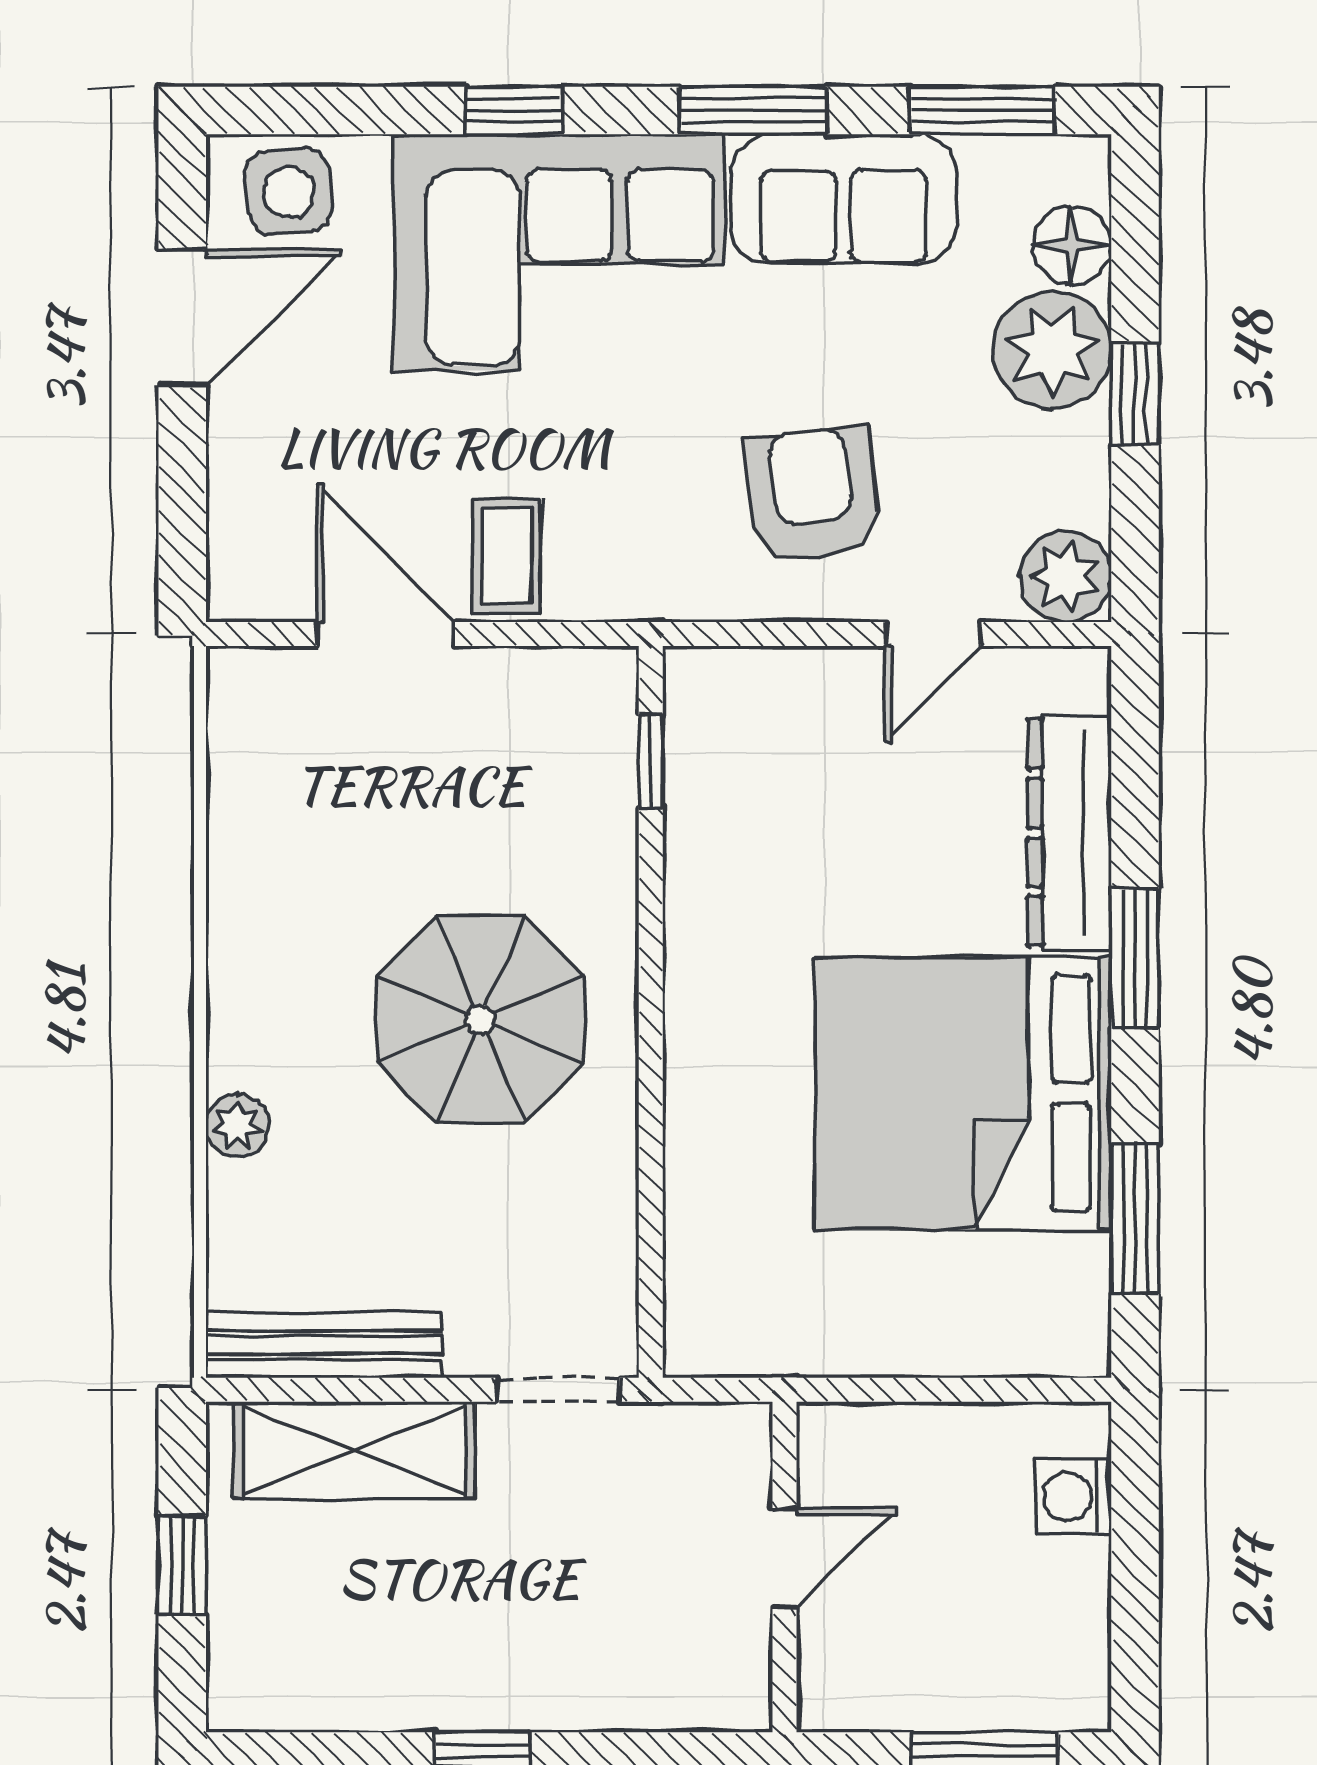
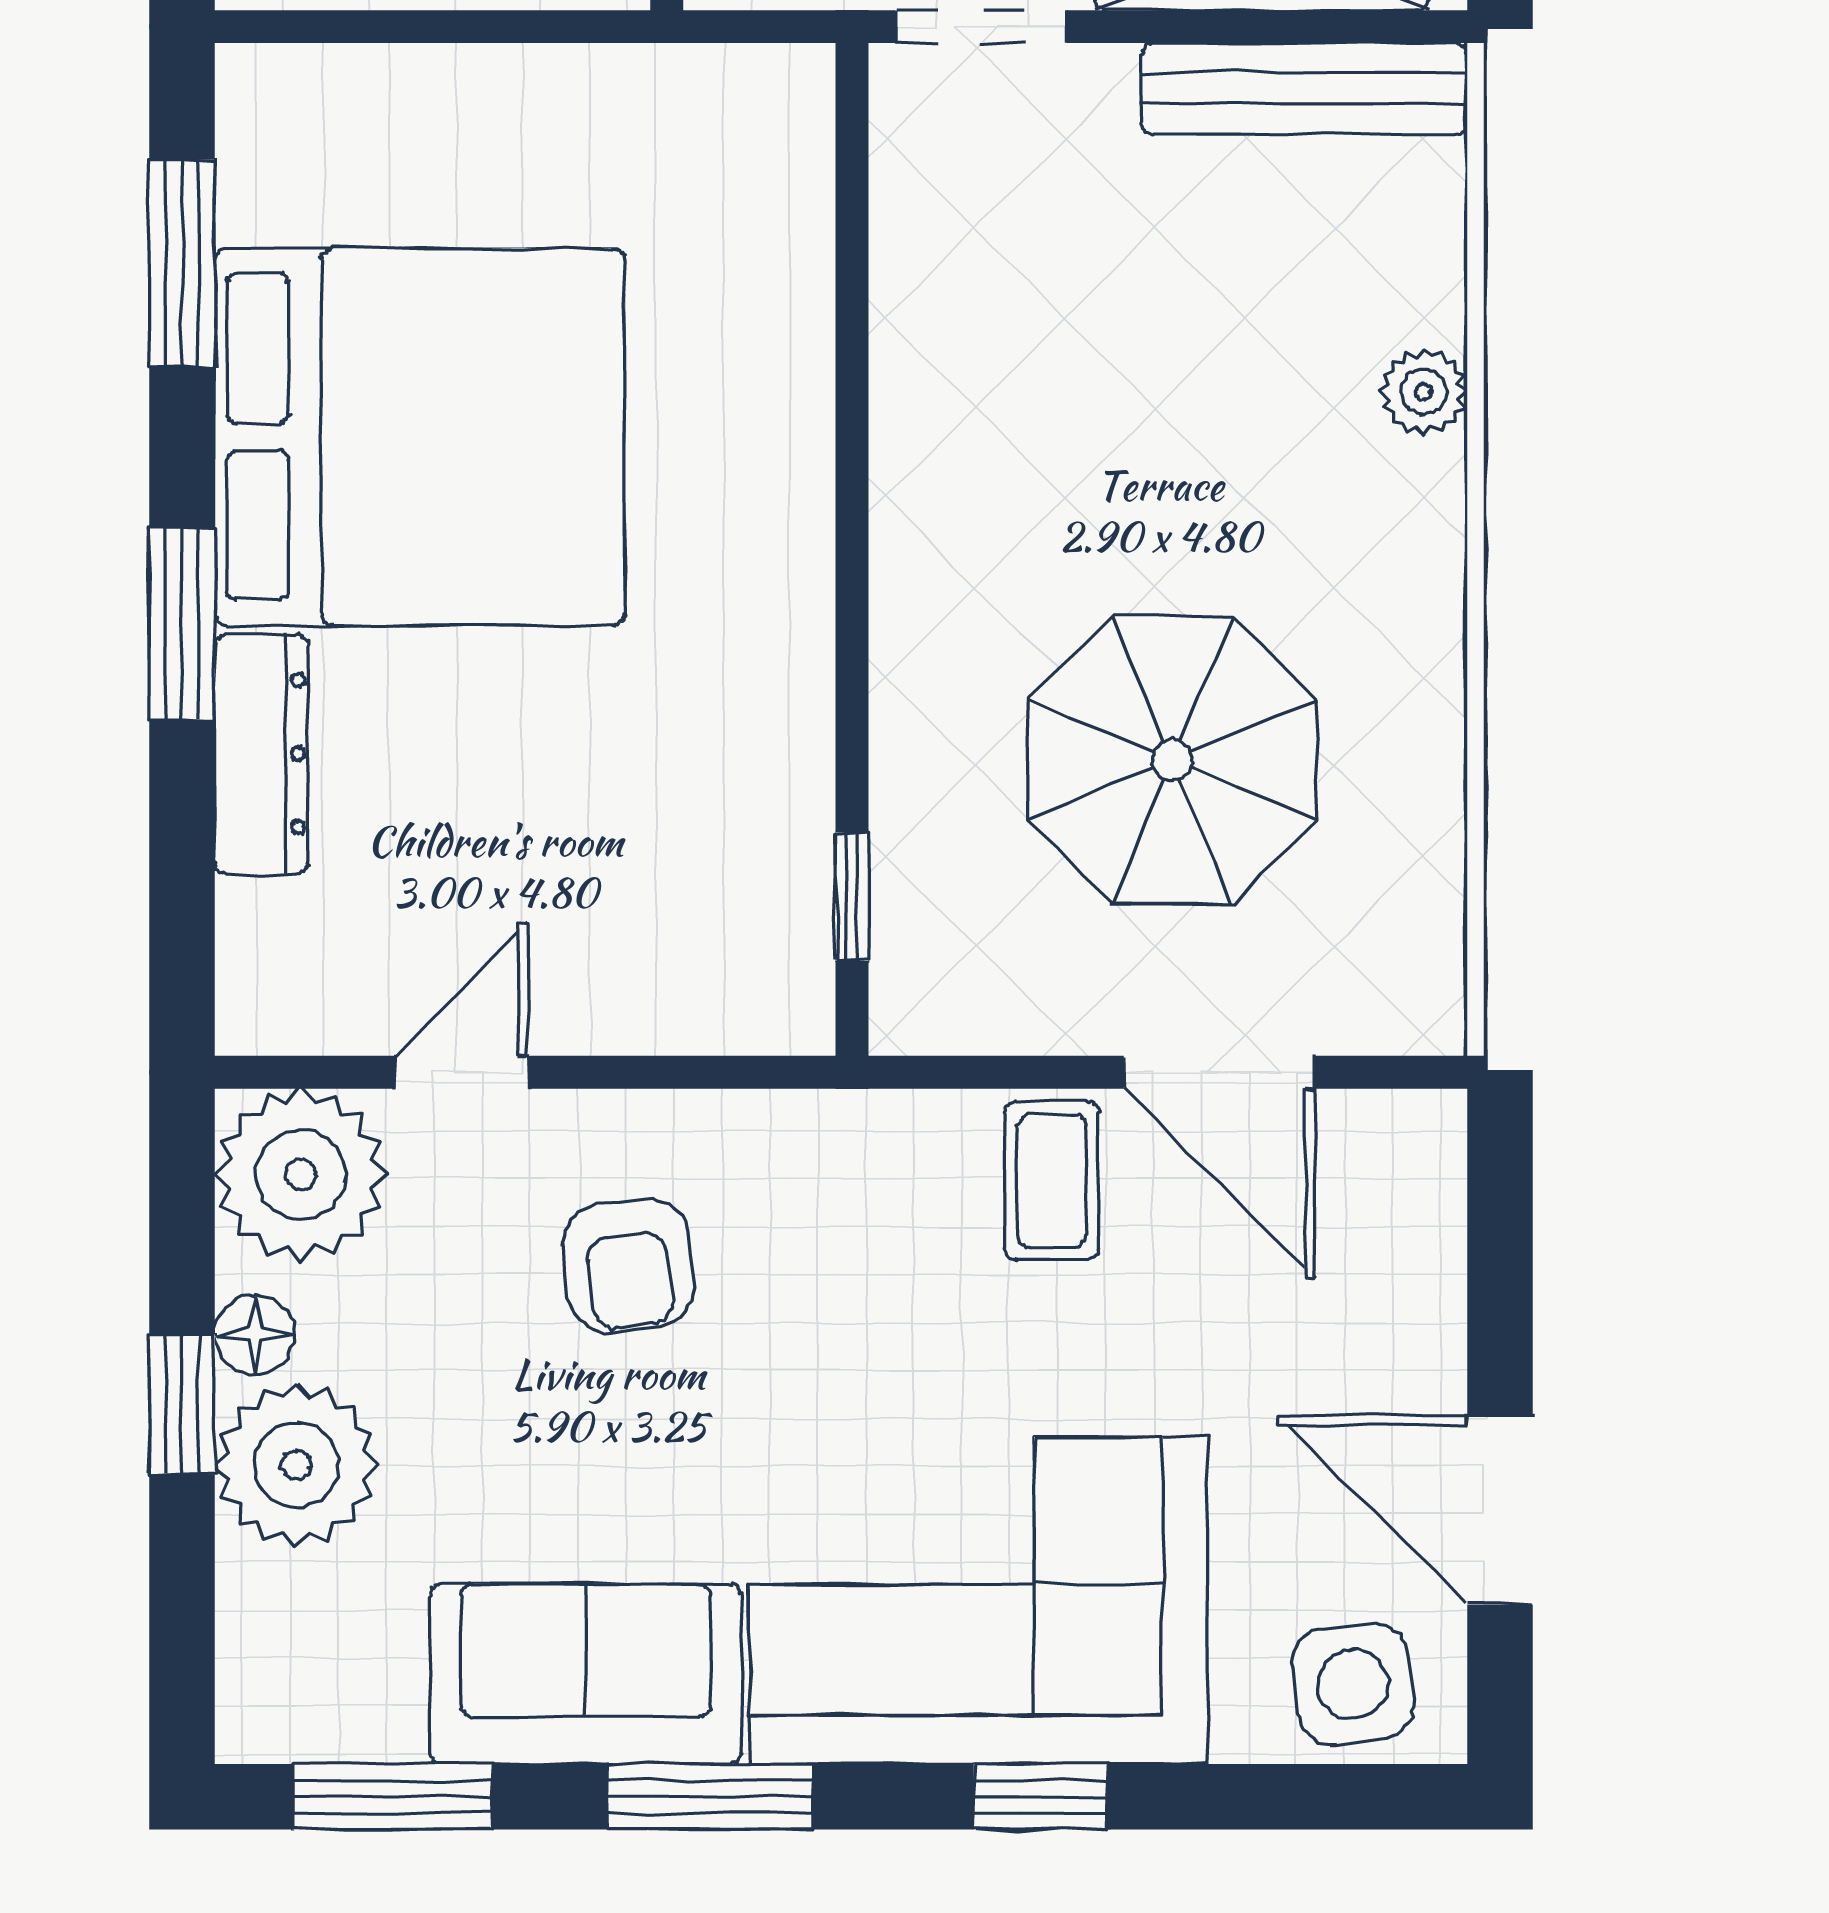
floor lamp: (1072, 246) -> (254, 1335), moved, width x0.73, depth x0.73
door: (182, 318) -> (1500, 1510), hinge flipped
armchair: (812, 494) -> (628, 1265), width x0.72, depth x0.72
plant: (1066, 577) -> (301, 1175), width x1.36, depth x1.36
dresser: (1069, 833) -> (262, 754), width x0.73, depth x0.80
parasol: (481, 1020) -> (1172, 760), moved

